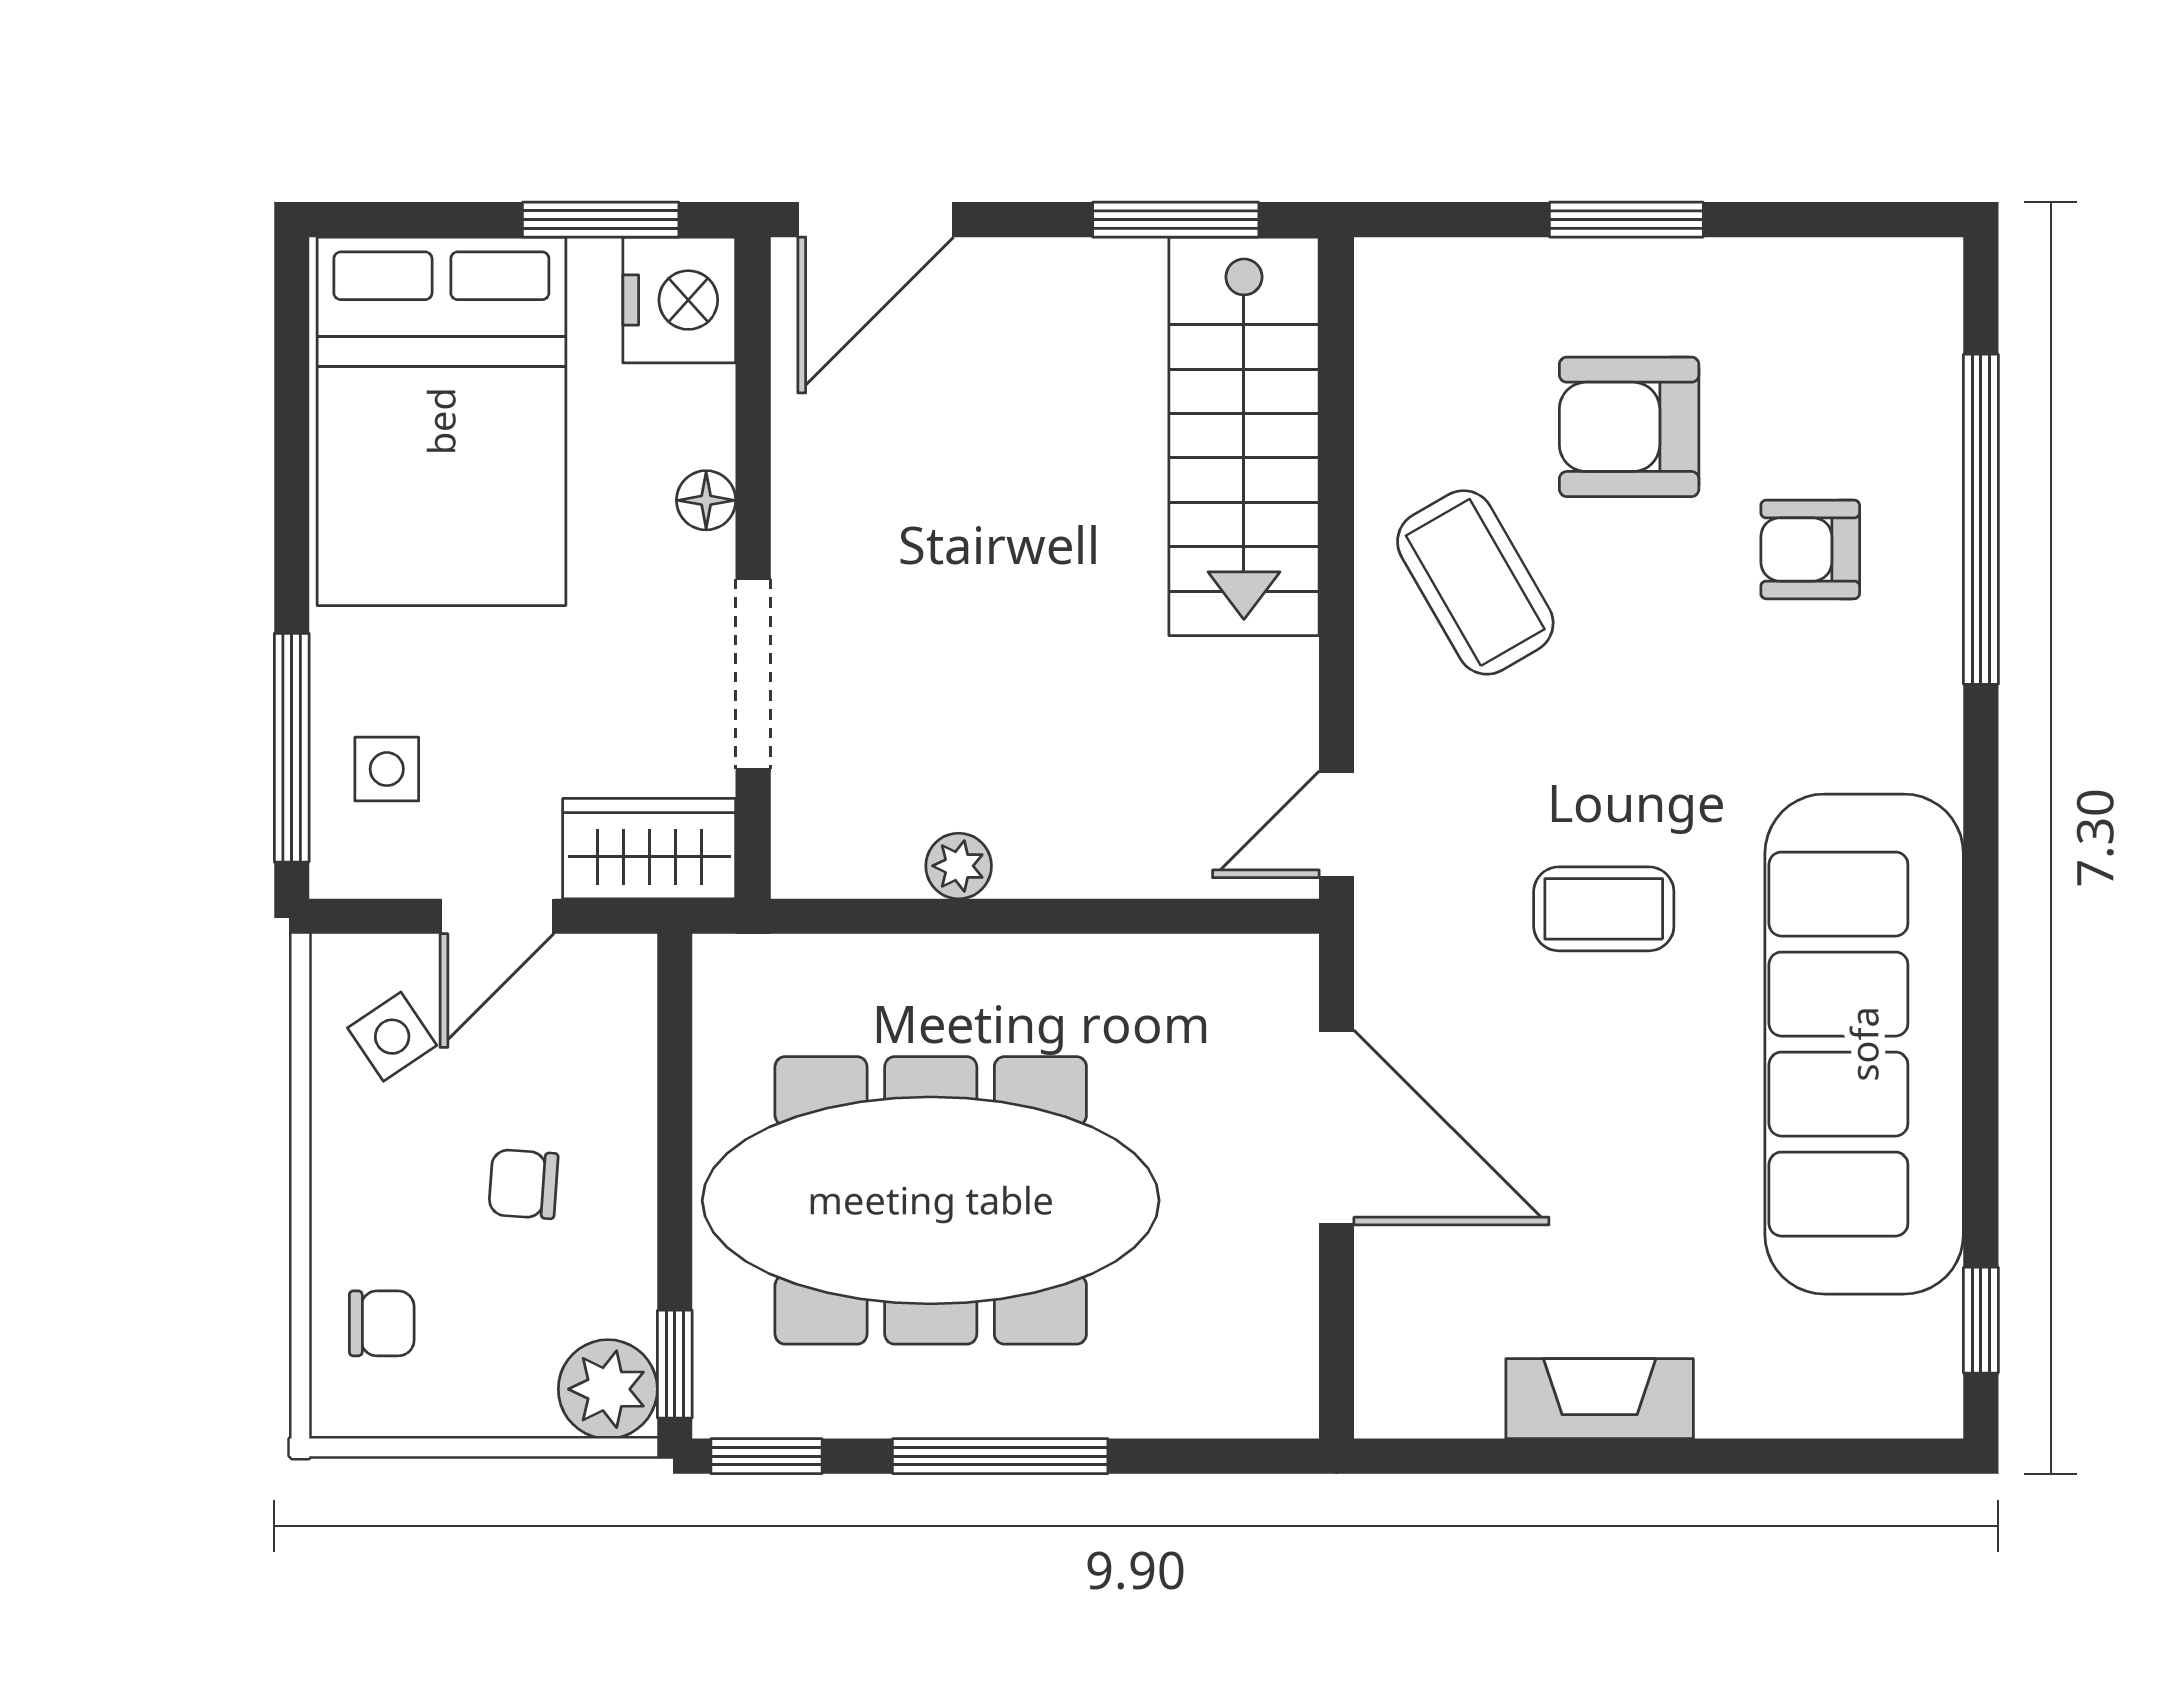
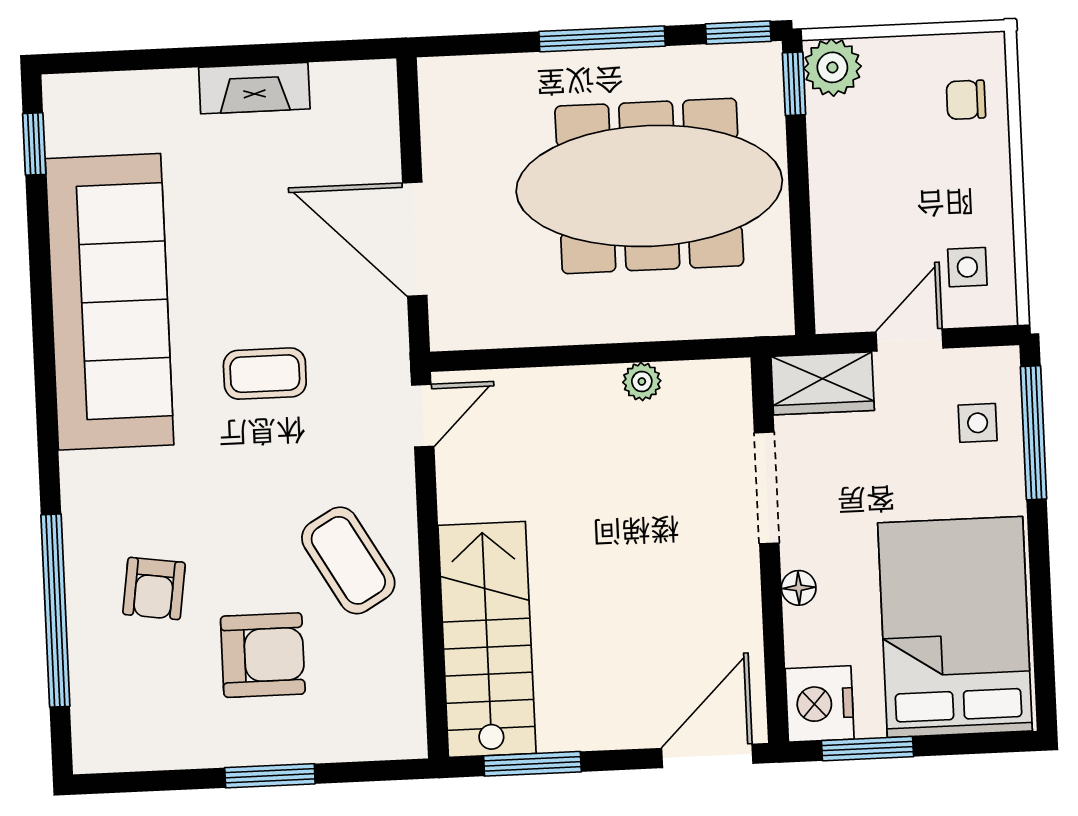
armchair: (1810, 549) -> (154, 588), turned 98
side table: (392, 1037) -> (967, 267), turned 34
chair: (523, 1184) -> (887, 185), removed

